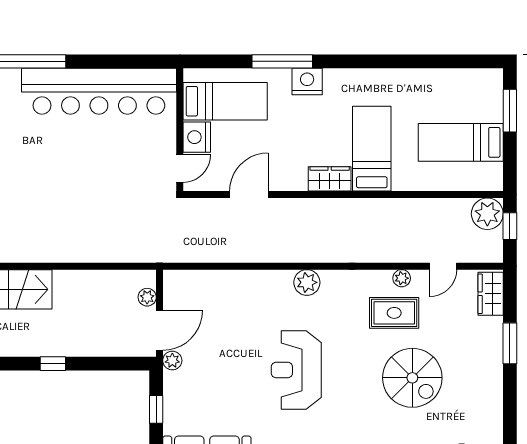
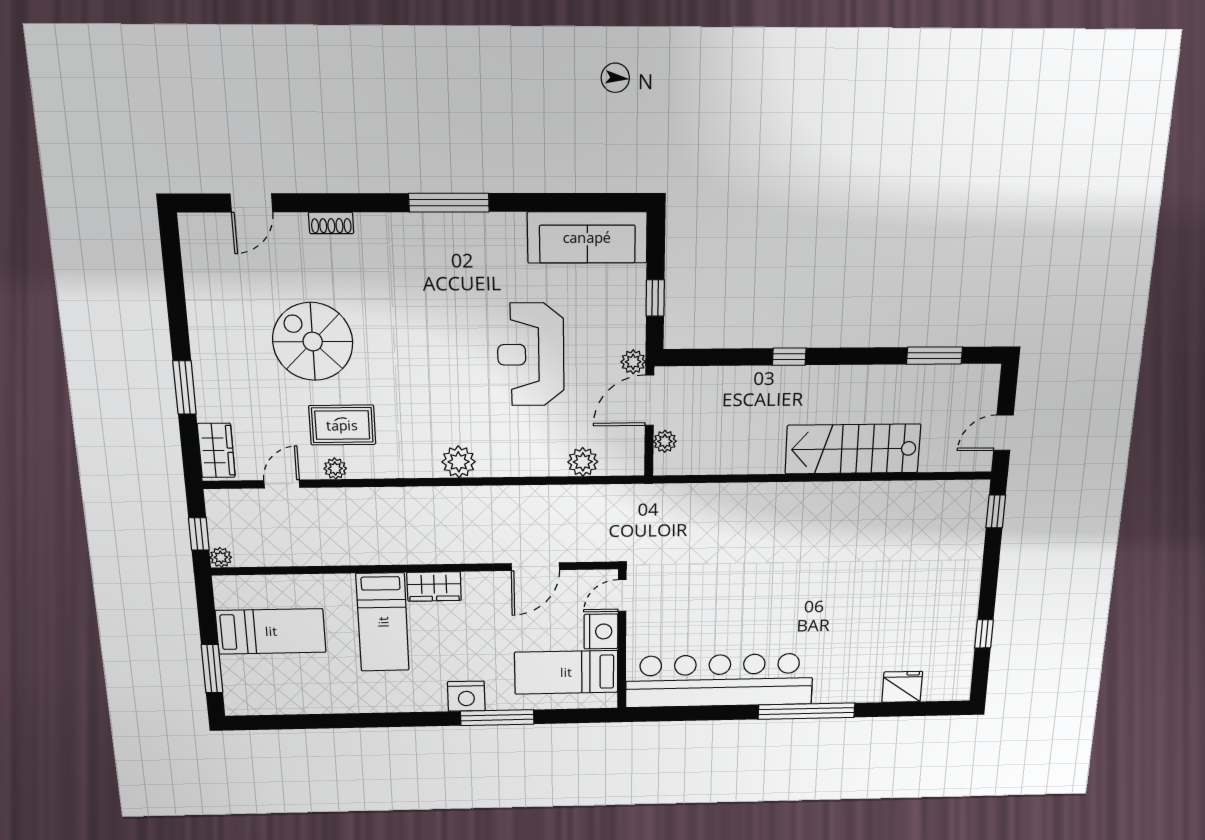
plant: (487, 214) -> (221, 557), width x0.53, depth x0.53
plant: (211, 281) -> (583, 462), added
reception desk: (296, 370) -> (531, 355), moved, turned 180

